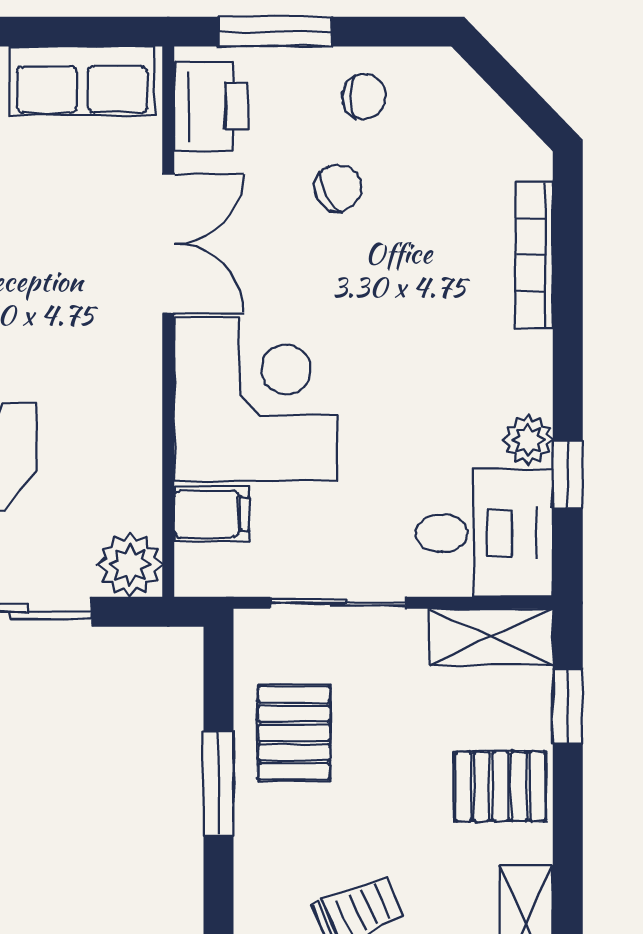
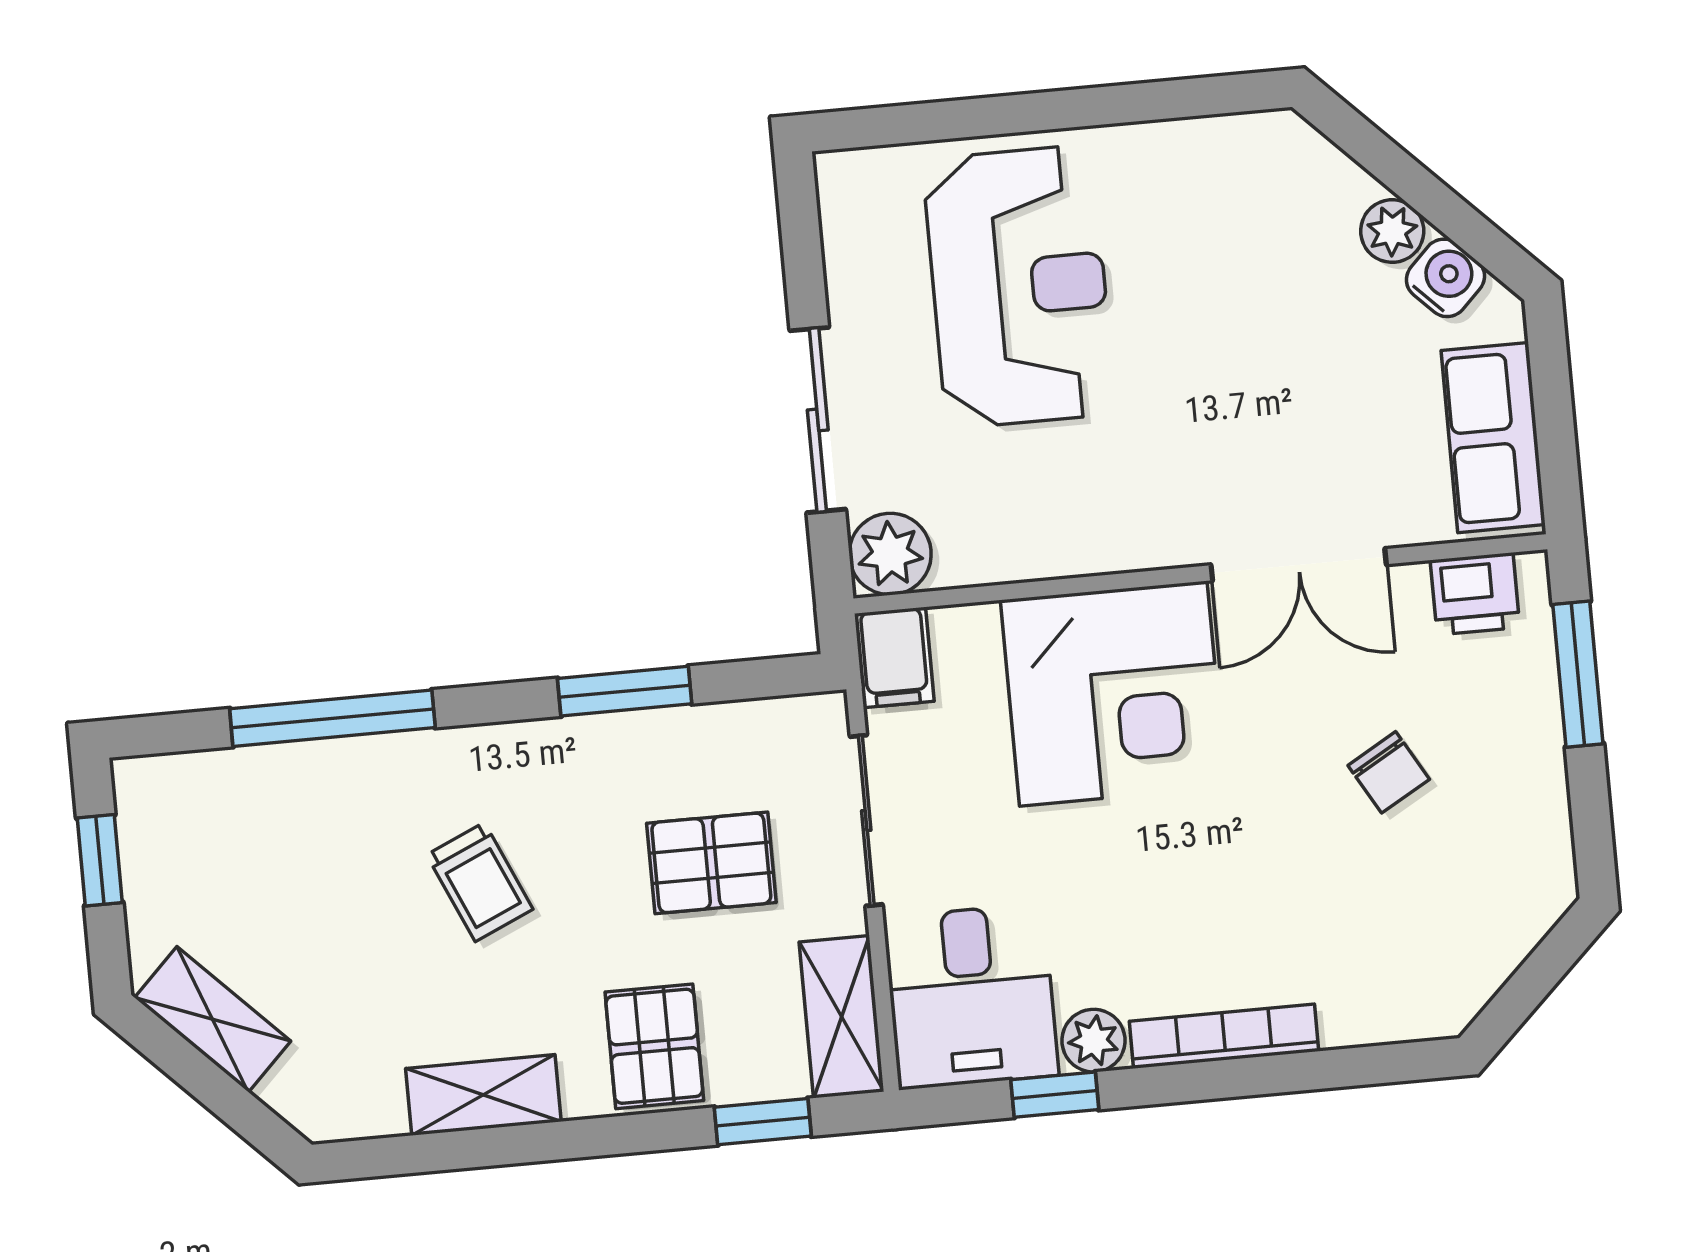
chair: (364, 96) -> (1507, 794), removed
printer: (211, 107) -> (1475, 594), width x0.73, depth x0.81
bookcase: (534, 255) -> (1224, 1036), moved
filing cabinet: (212, 514) -> (894, 657), moved
pallet: (294, 733) -> (711, 863), moved

